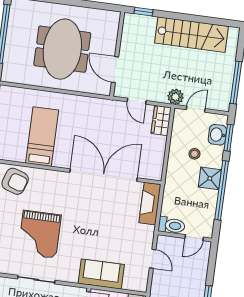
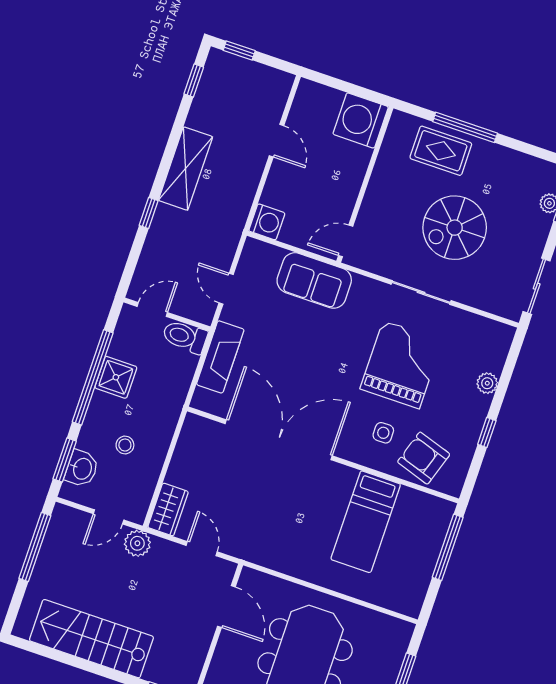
double door: (104, 175) -> (279, 440), swing flipped
shower: (210, 178) -> (116, 377), moved
side table: (42, 192) -> (383, 433), added
fireplace: (150, 204) -> (220, 357), moved

